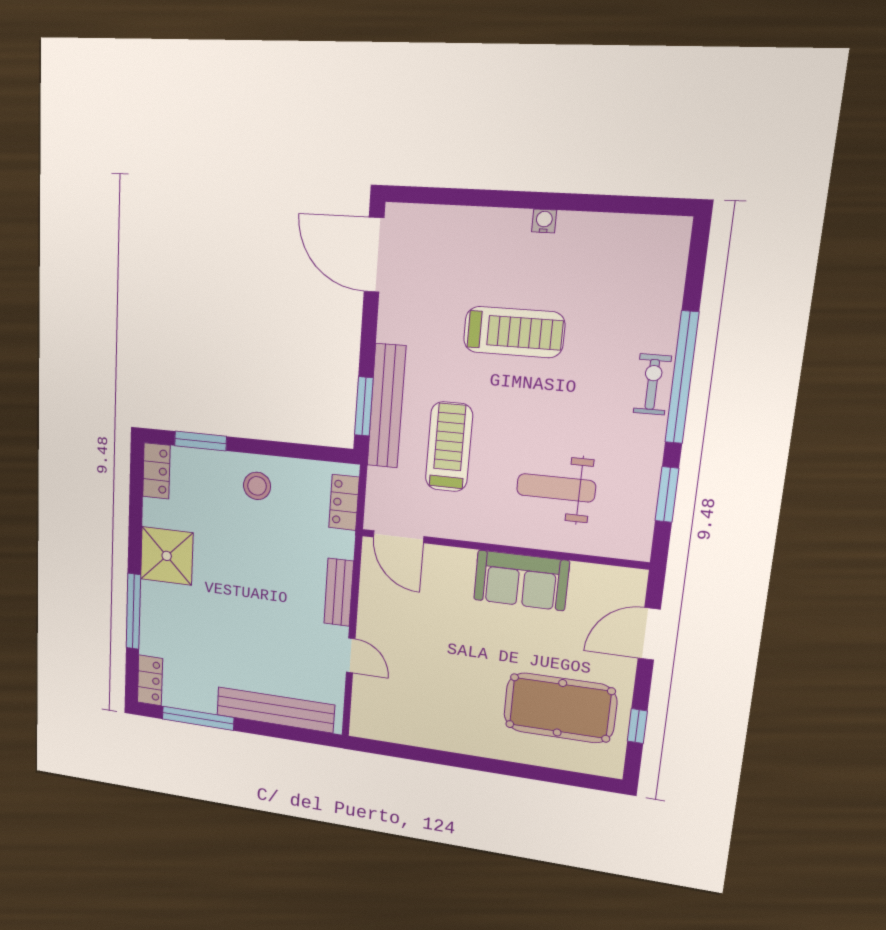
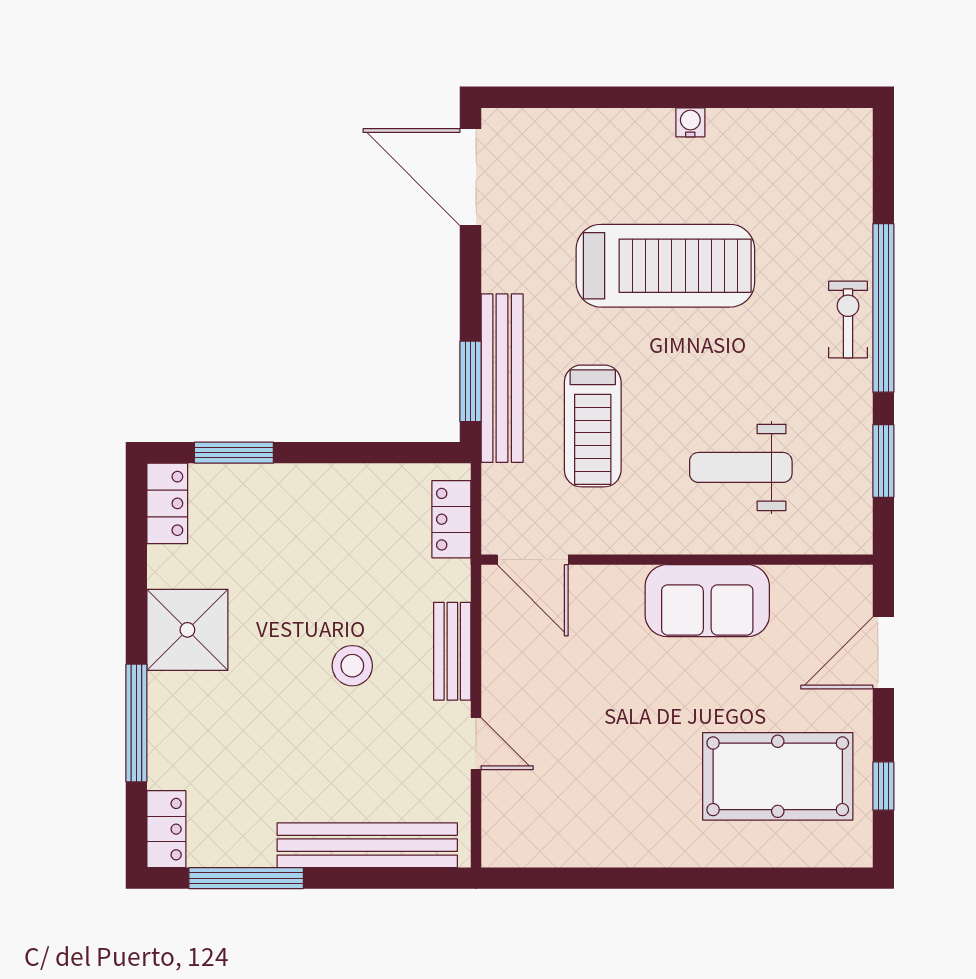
treadmill: (514, 332) -> (665, 266), width x1.37, depth x1.38
treadmill: (449, 447) -> (593, 426), turned 180
stool: (257, 486) -> (352, 666), moved

